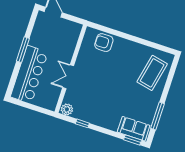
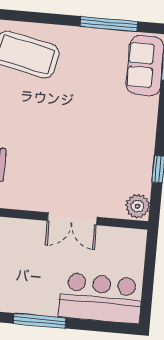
bar counter: (29, 74) -> (101, 298), width x0.73

